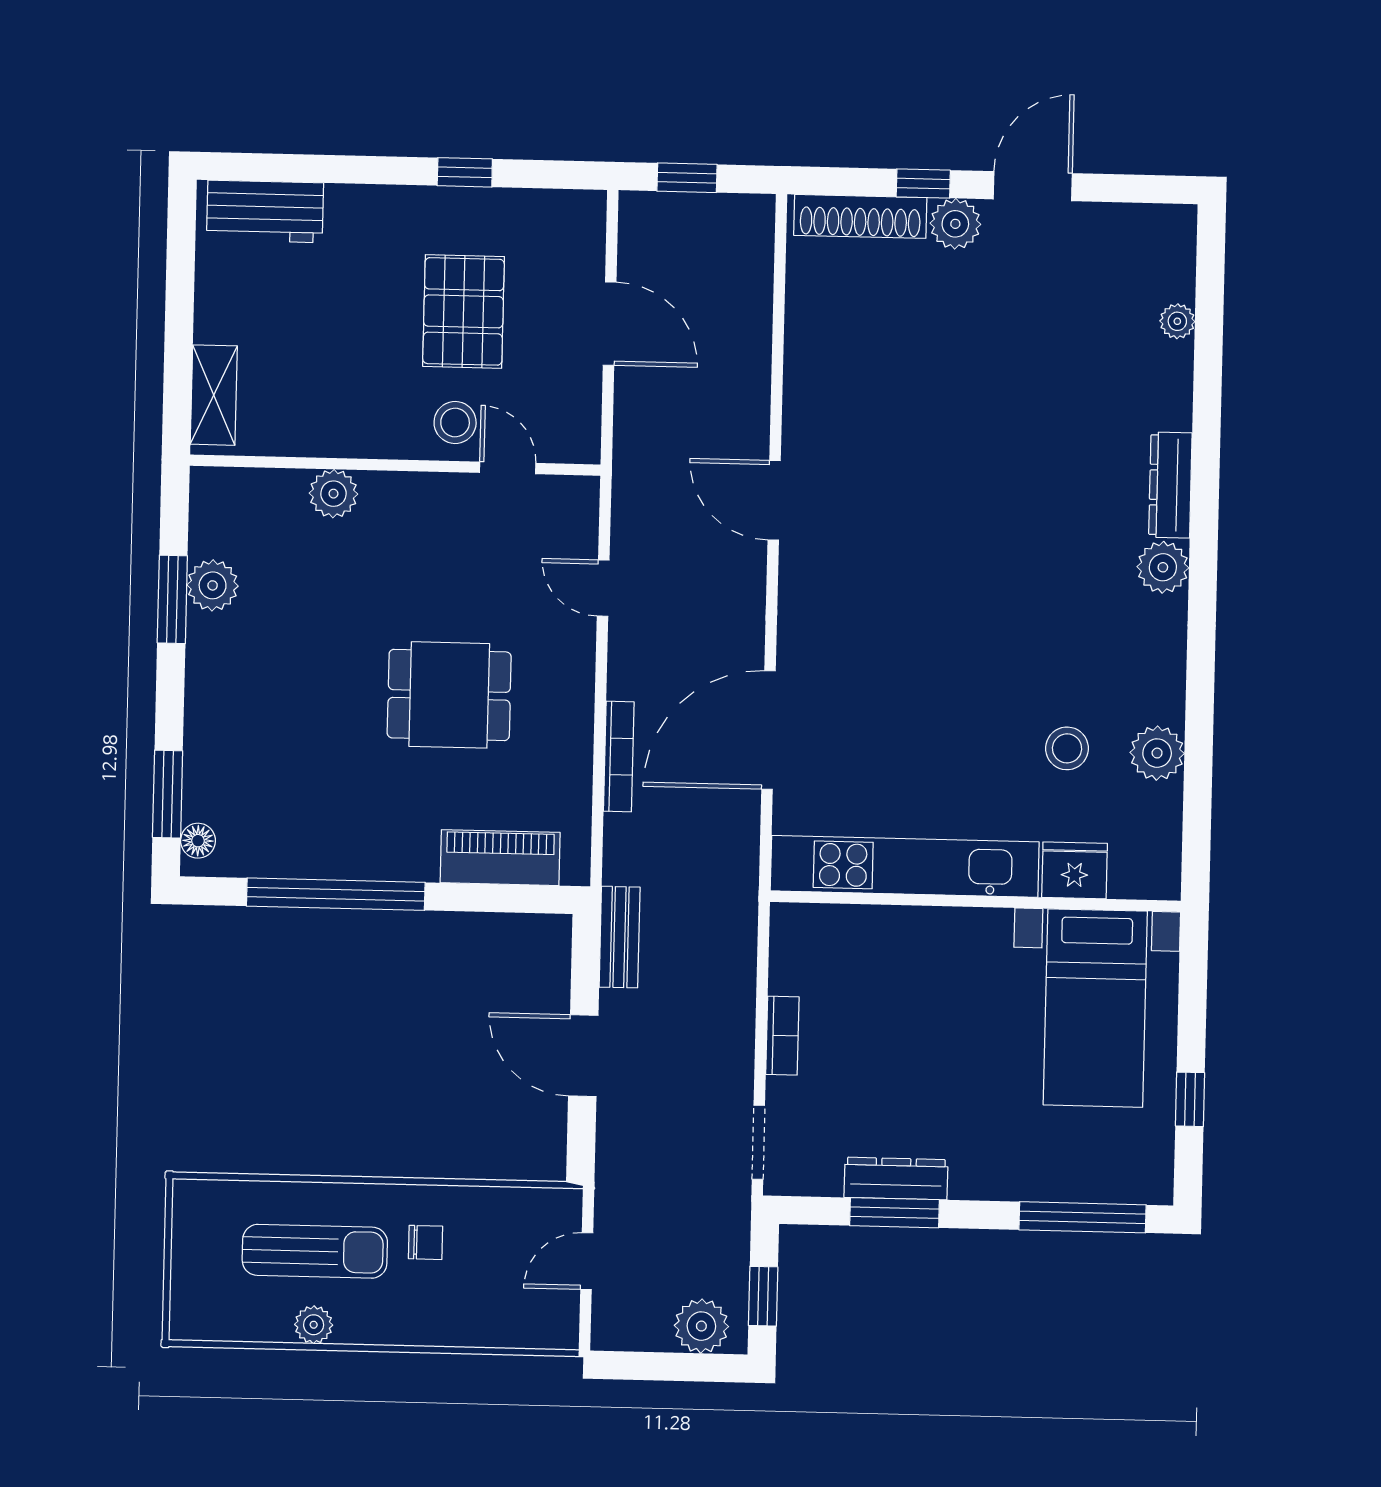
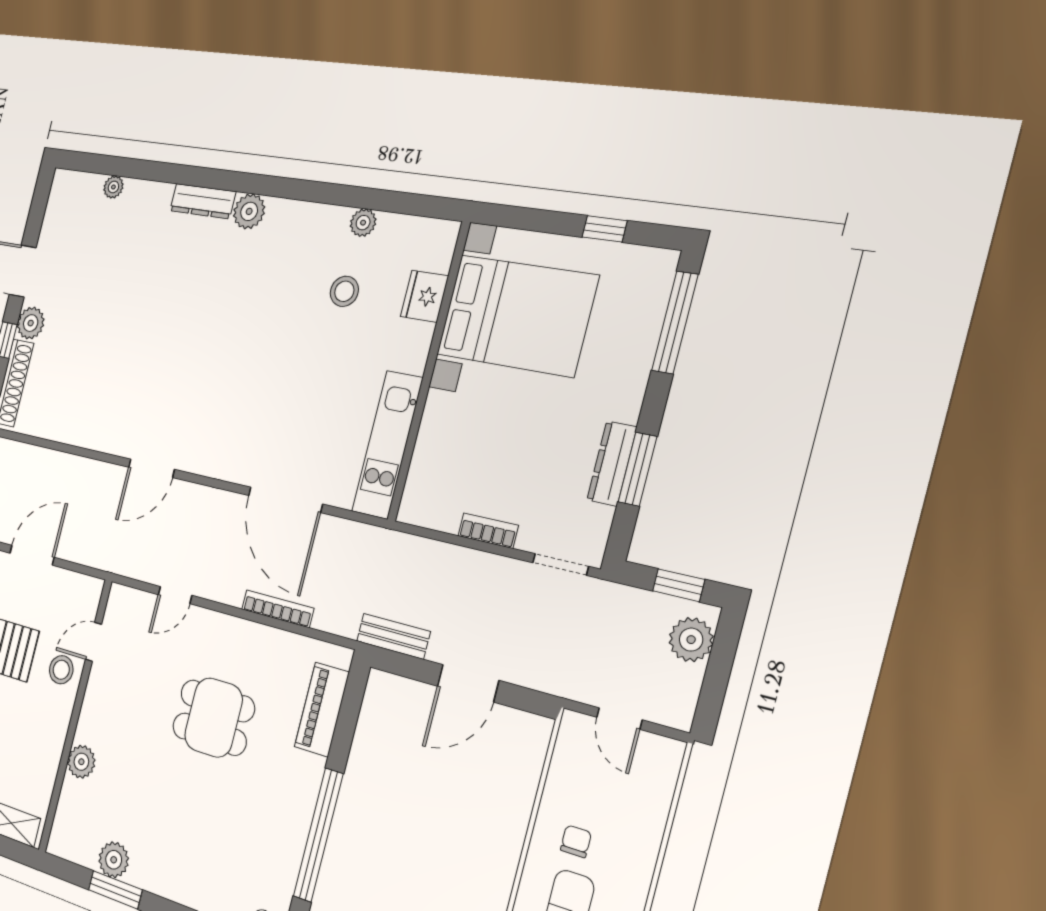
dining table: (449, 695) -> (213, 718), turned 90
plant: (1157, 753) -> (363, 223), width x0.73, depth x0.73
kitchen unit: (905, 866) -> (387, 445), width x0.73
bed with nightstands: (1095, 1008) -> (517, 315), width x1.36

